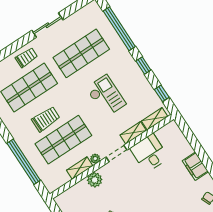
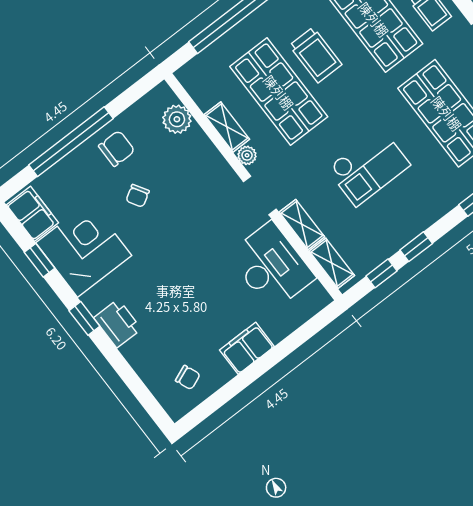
window: (143, 66) -> (416, 247), moved
desk: (149, 153) -> (271, 266), width x1.37
plant: (95, 180) -> (177, 119), moved

